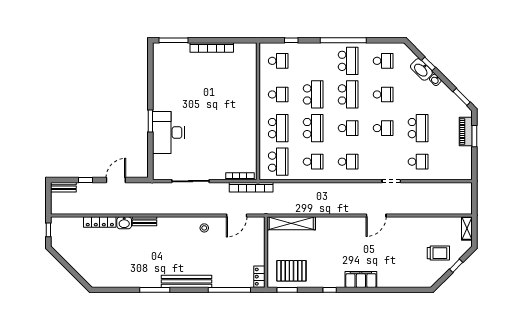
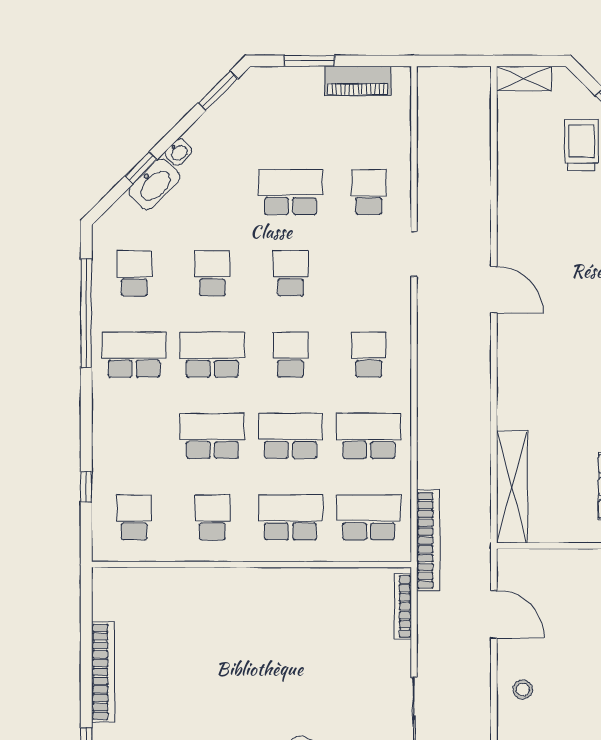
window: (343, 40) -> (86, 313), moved
piano: (466, 132) -> (358, 81), moved
school desk: (313, 162) -> (369, 436), width x1.85
bookcase: (251, 187) -> (428, 540), moved

